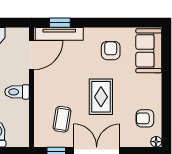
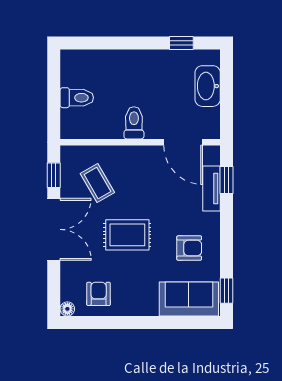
window: (143, 23) -> (227, 291), added
tv unit: (59, 34) -> (212, 188), width x0.71
coffee table: (62, 119) -> (97, 183), turned 51

